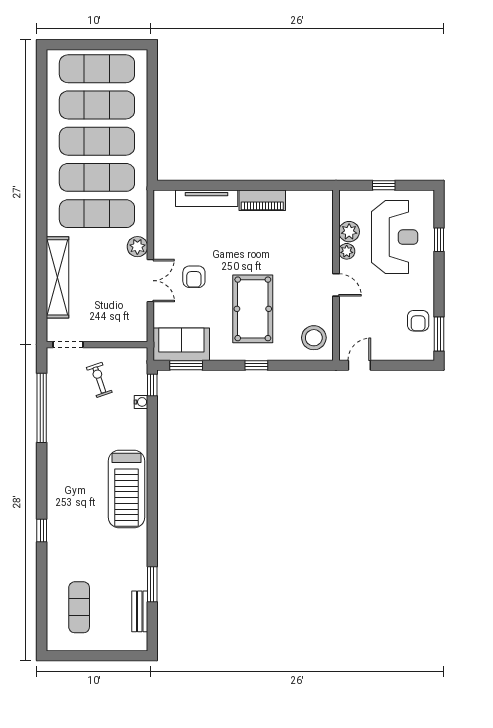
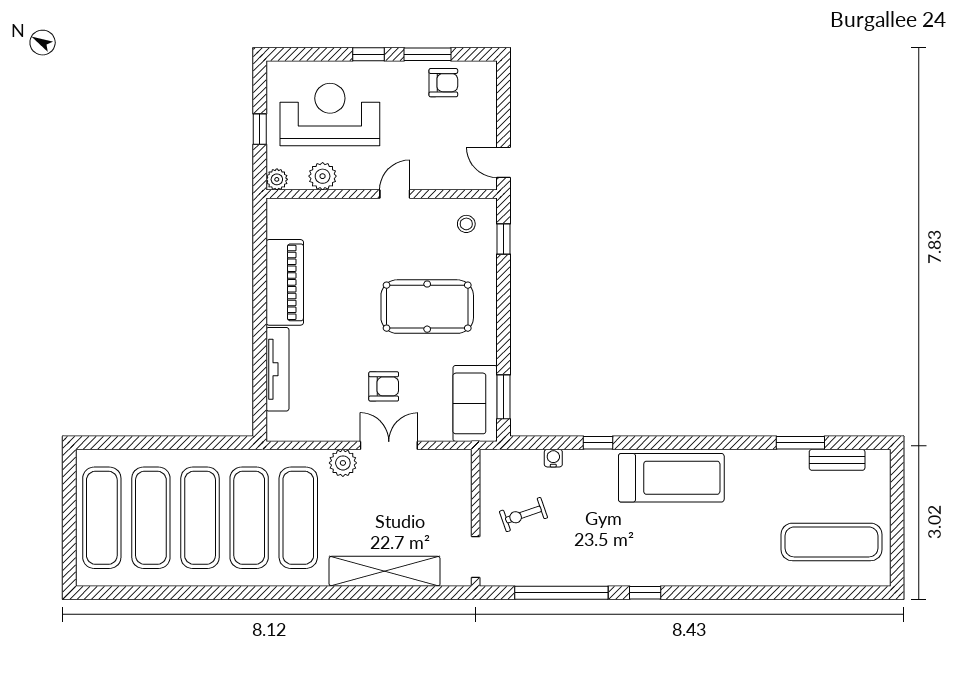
piano: (262, 200) -> (285, 282), width x1.37, depth x1.33
window: (439, 240) -> (368, 54), moved
plant: (347, 251) -> (277, 179), moved
window: (439, 334) -> (428, 54), moved
stool: (314, 338) -> (466, 224), width x0.53, depth x0.53
window: (256, 365) -> (504, 239), moved
window: (152, 385) -> (598, 443), moved
window: (42, 531) -> (645, 593), moved
exercise mat: (79, 607) -> (831, 542), width x1.36, depth x1.45

